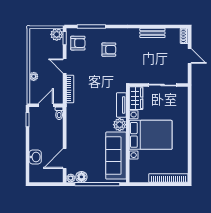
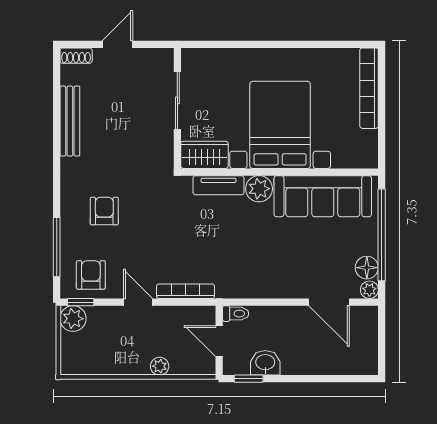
bench: (152, 33) -> (70, 121), width x1.36
door: (65, 66) -> (138, 302), swing flipped
washbasin: (35, 157) -> (265, 363), moved

